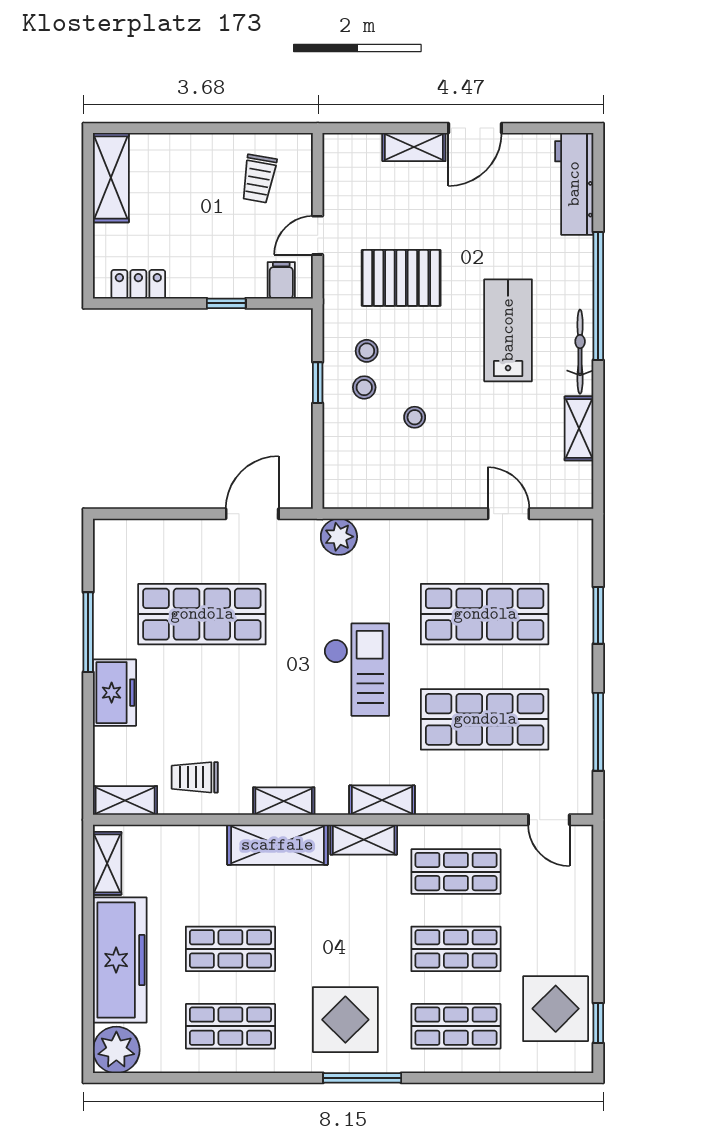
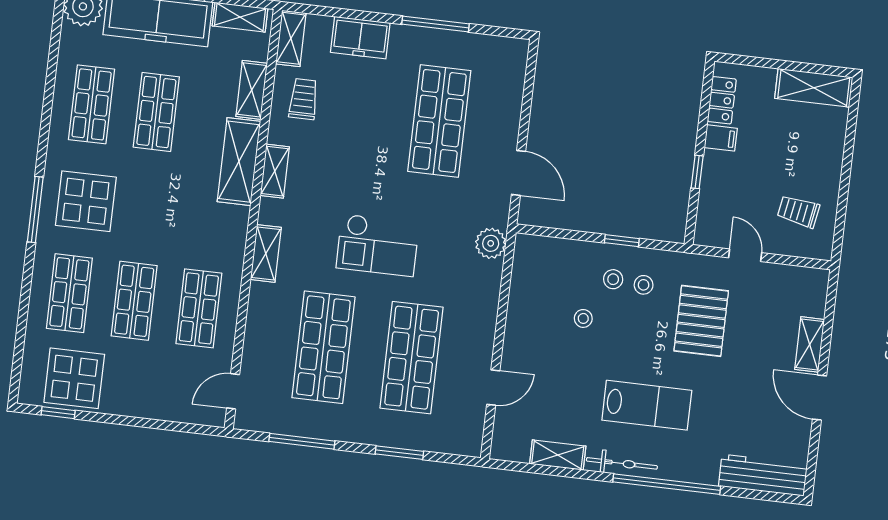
filing cabinet: (281, 280) -> (721, 138), moved
freezer: (115, 693) -> (360, 38), moved
shelving: (364, 840) -> (252, 90), moved

